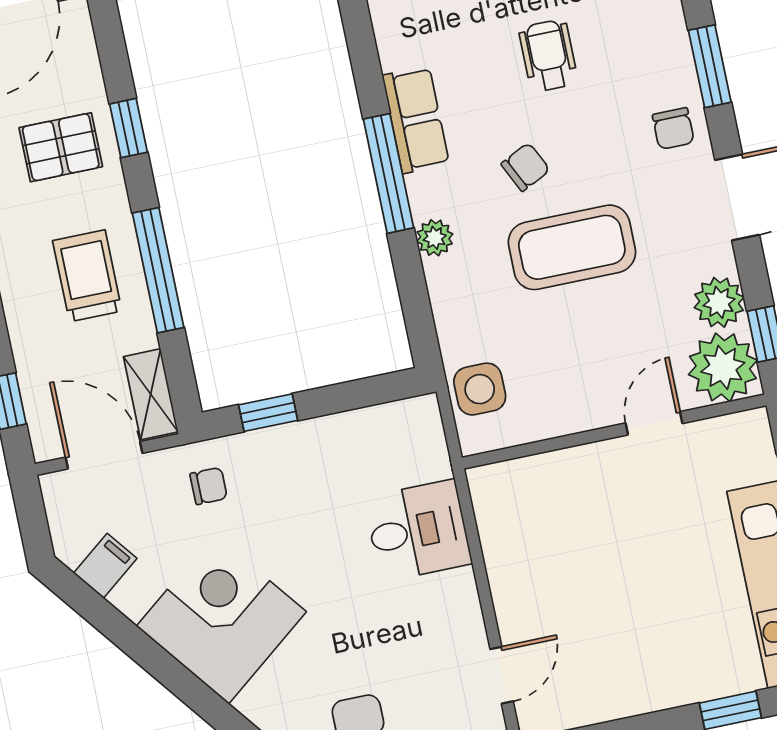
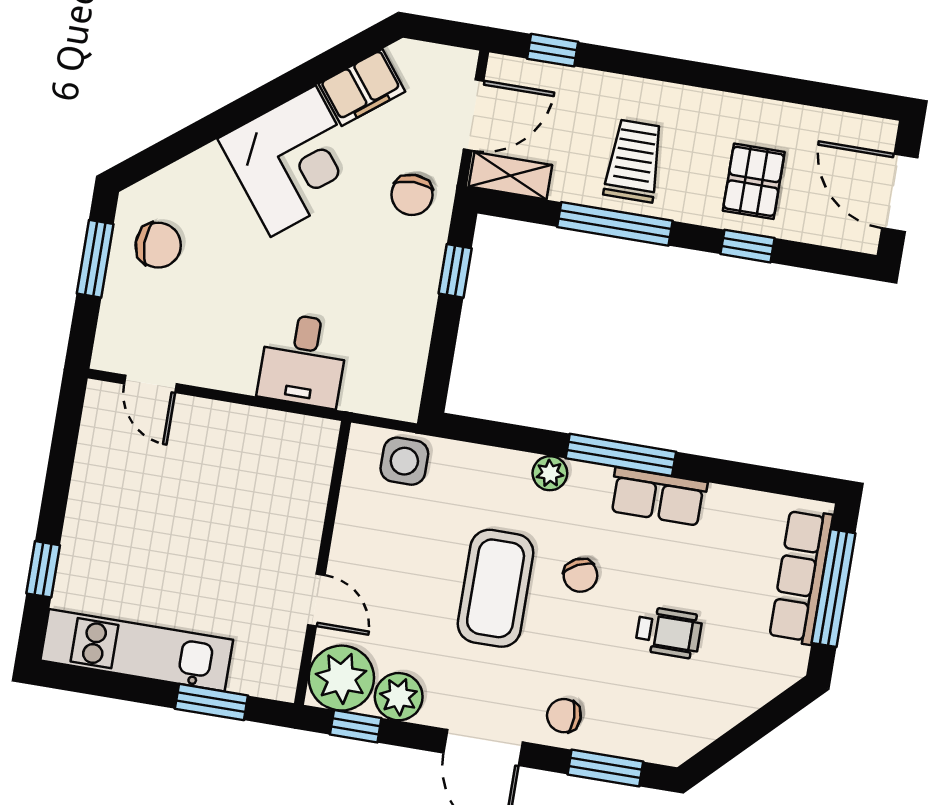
trolley: (87, 276) -> (634, 161), turned -90
chair: (209, 486) -> (412, 195), width x1.37, depth x1.37
filing cabinet: (105, 566) -> (362, 88), width x2.00

